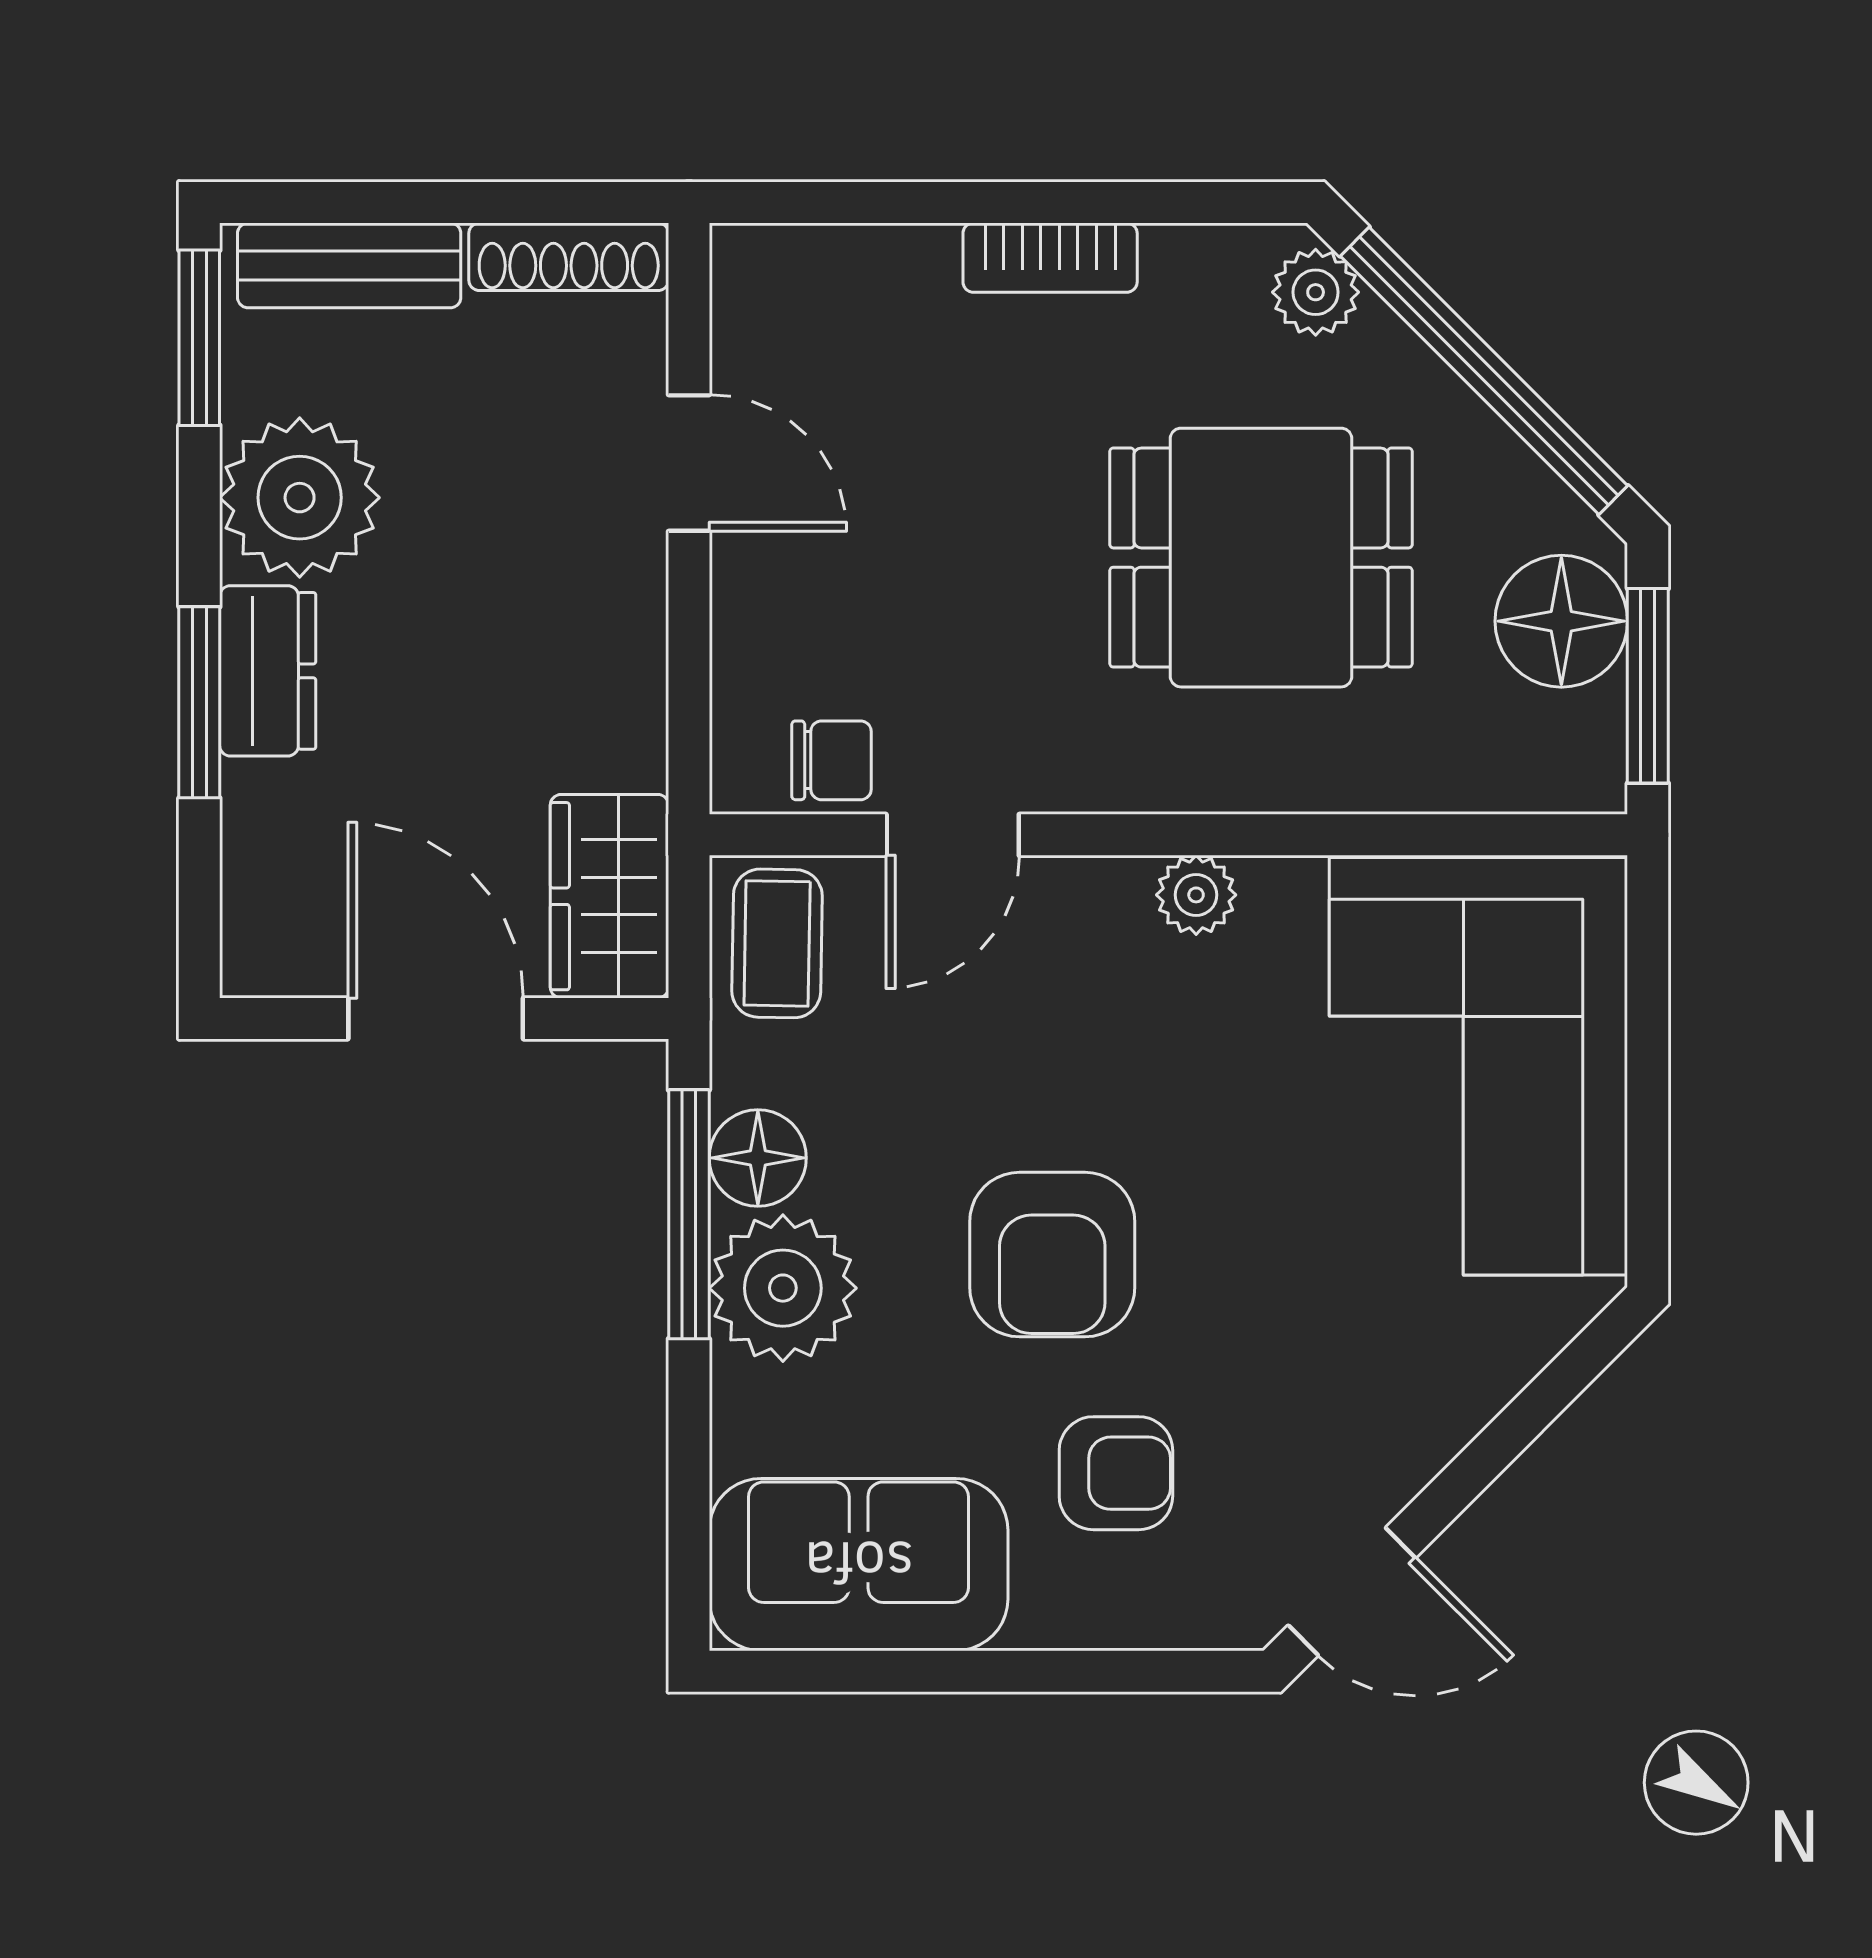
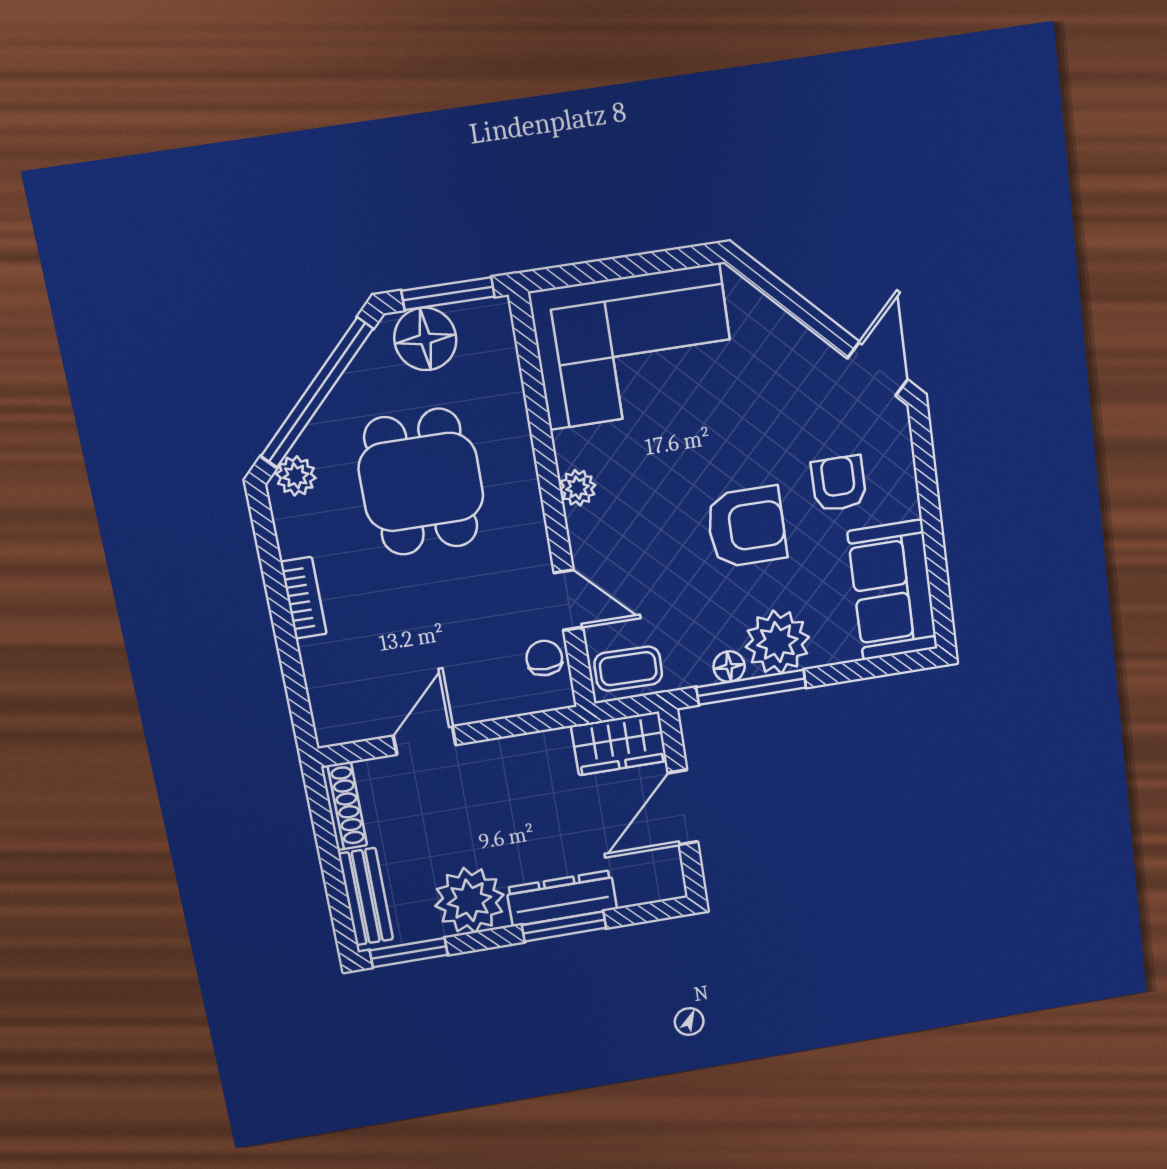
dresser: (268, 671) -> (562, 898), width x1.44
floor lamp: (758, 1158) -> (729, 667), width x0.73, depth x0.73

